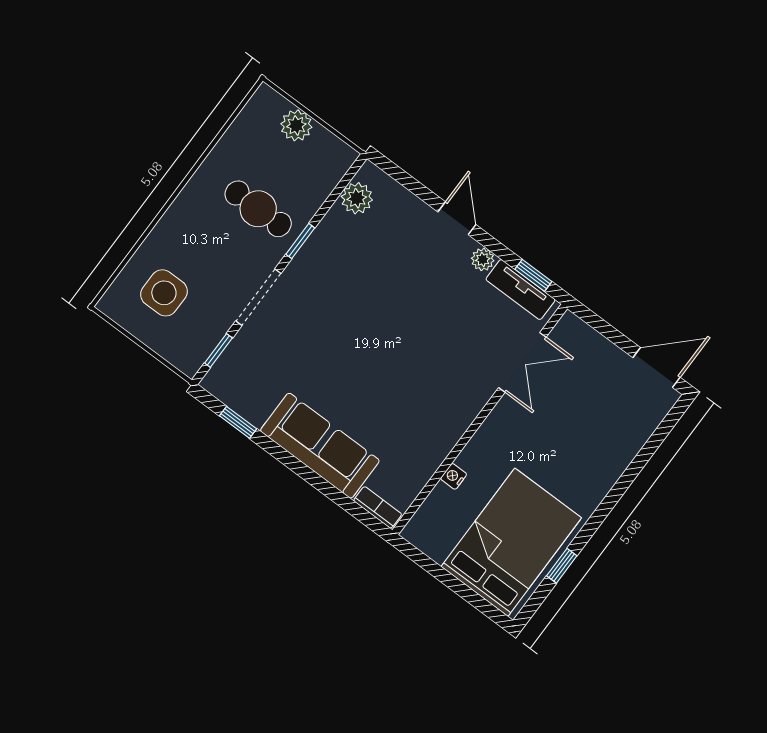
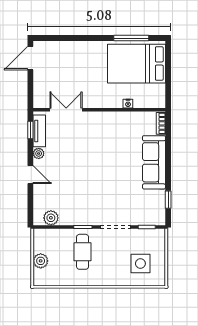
door: (457, 218) -> (30, 175), swing flipped
door: (657, 367) -> (30, 58), hinge flipped
window: (562, 566) -> (131, 38), width x2.17

